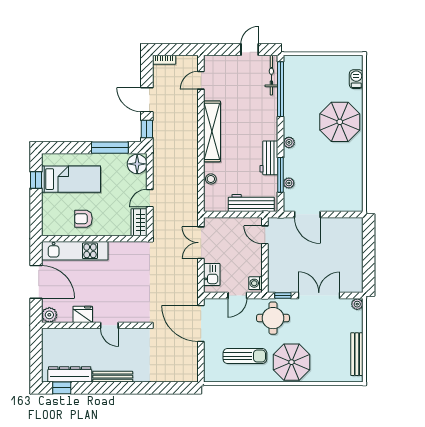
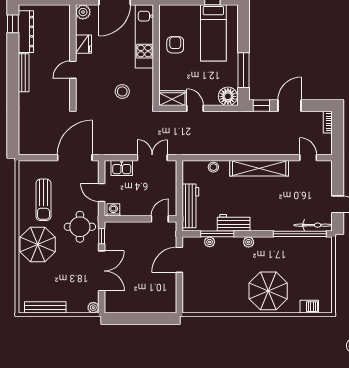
stool: (132, 274) -> (122, 91), added

